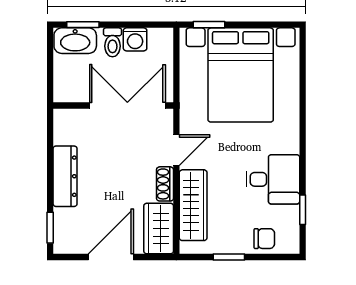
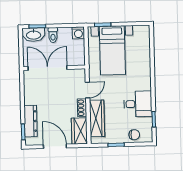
washing machine: (135, 39) -> (78, 33), moved
bed with nightstands: (241, 75) -> (112, 50), width x0.73
double door: (127, 106) -> (48, 68), moved
dresser: (65, 176) -> (31, 121), moved
door: (111, 257) -> (55, 146), hinge flipped

